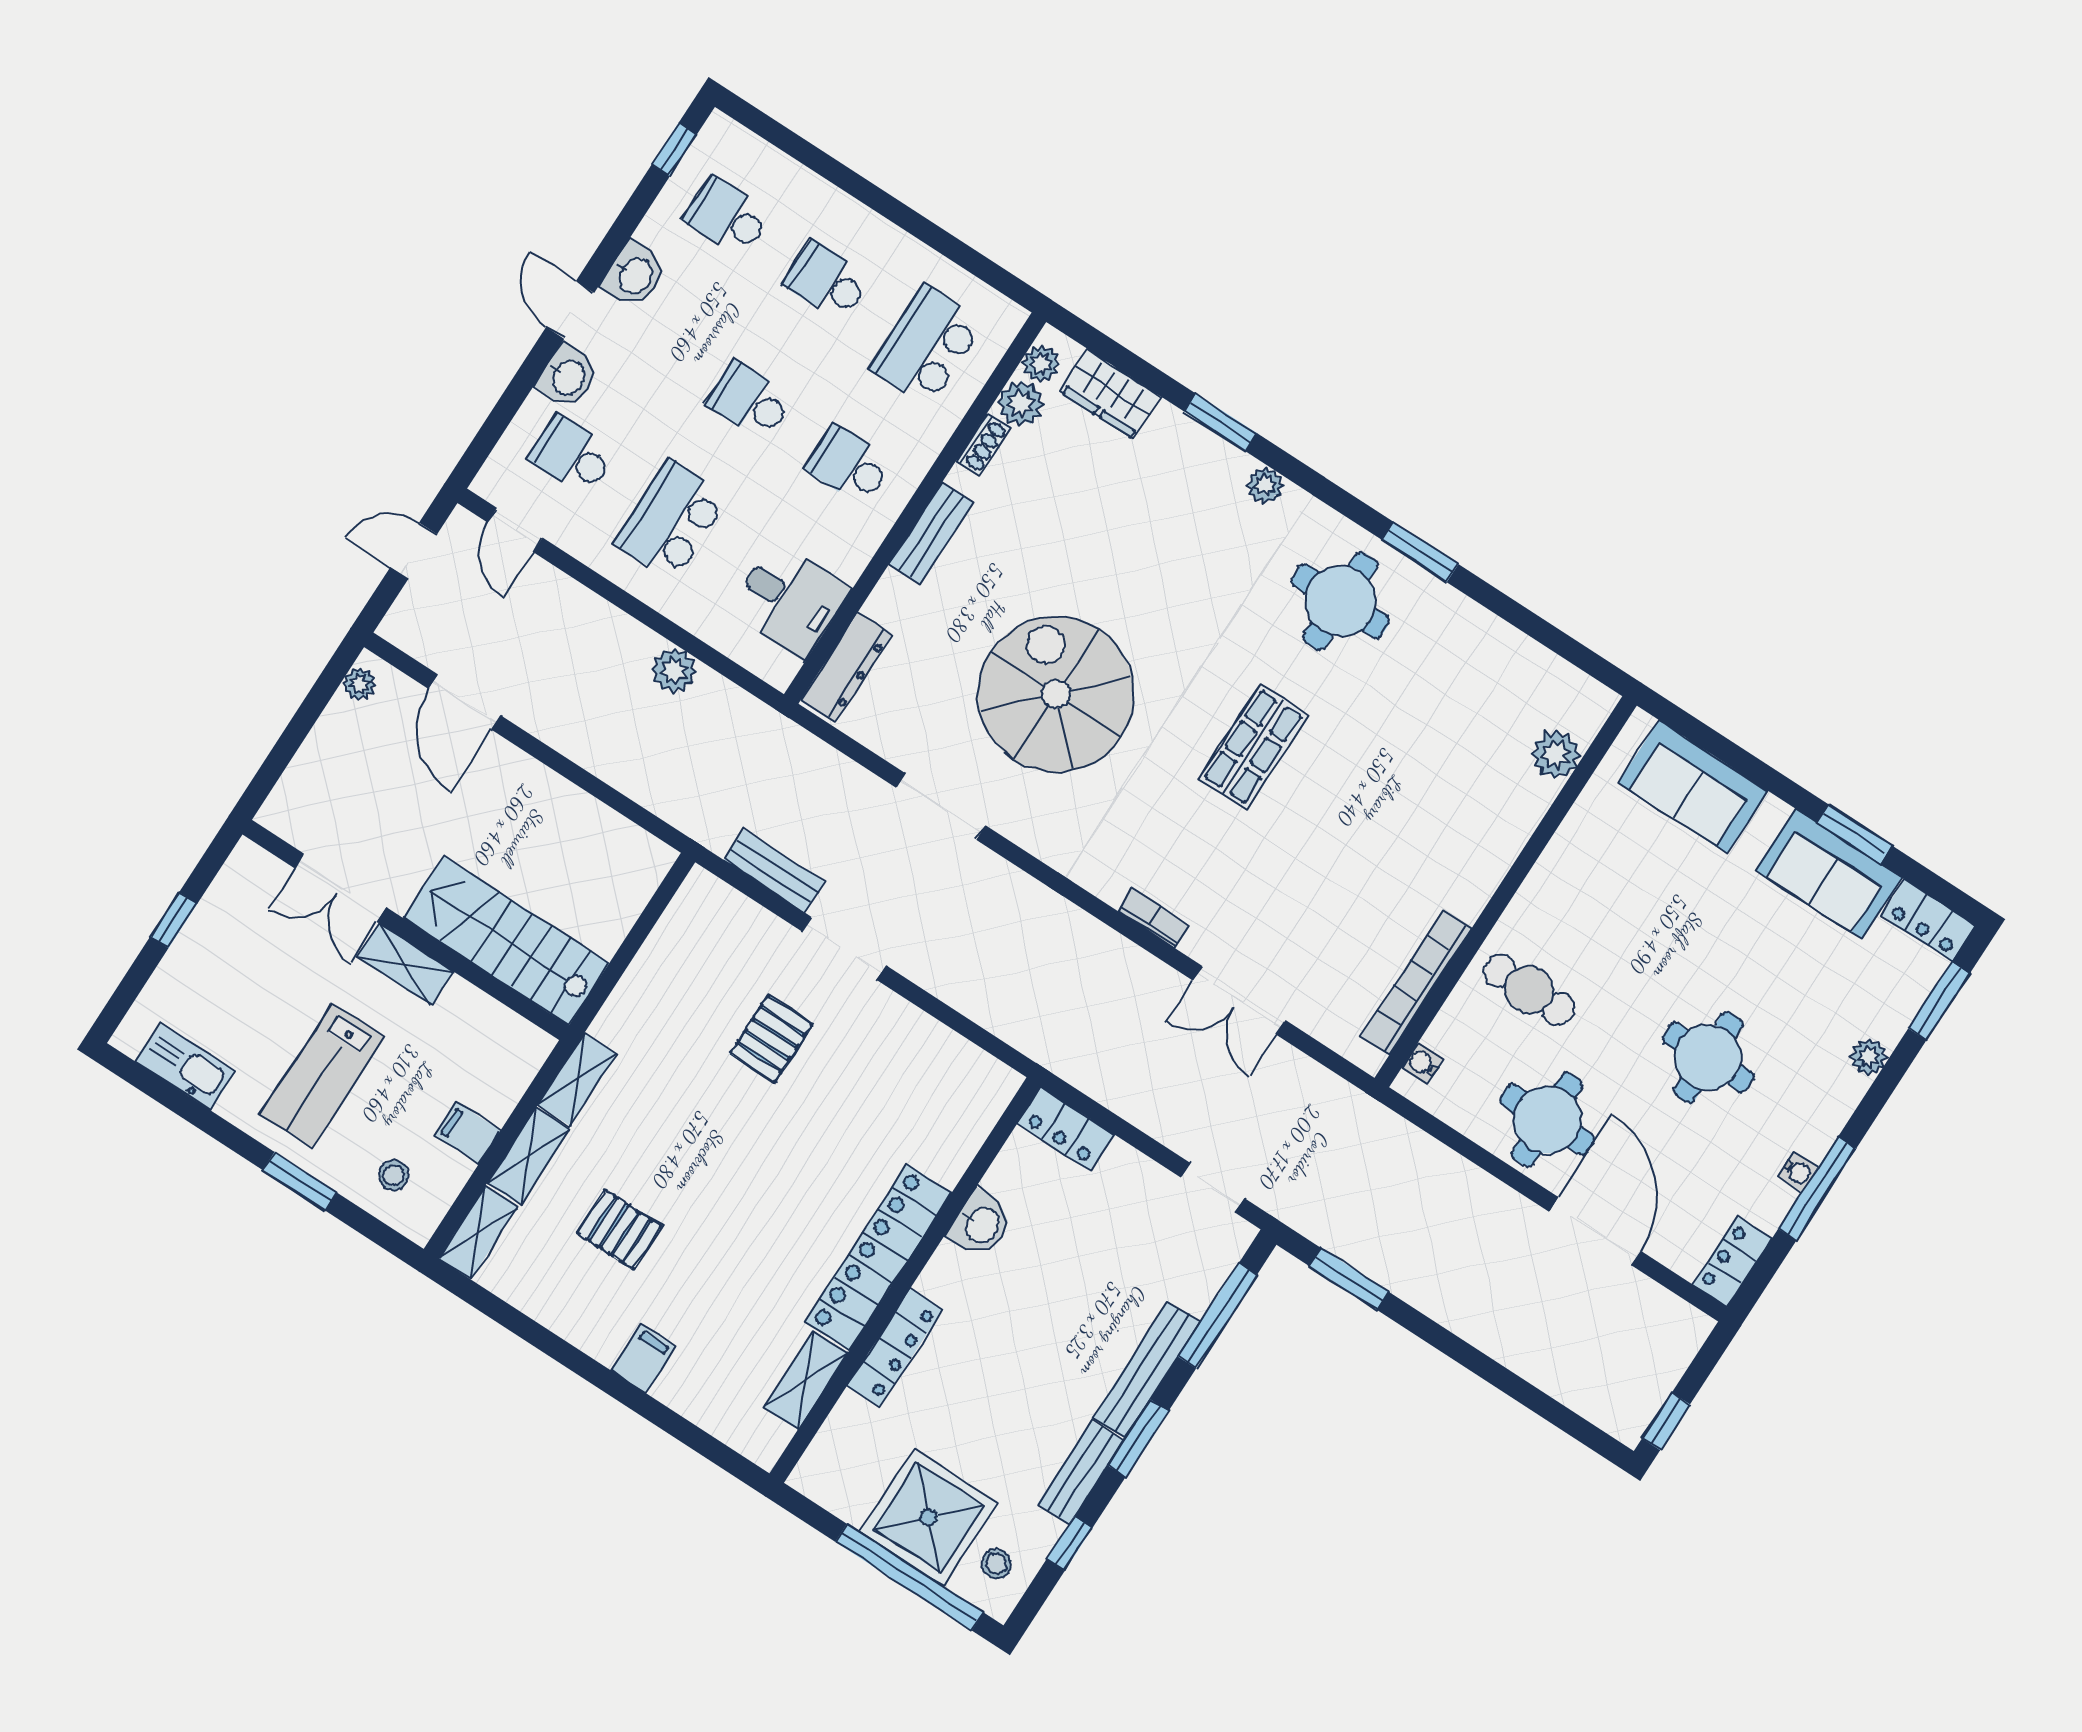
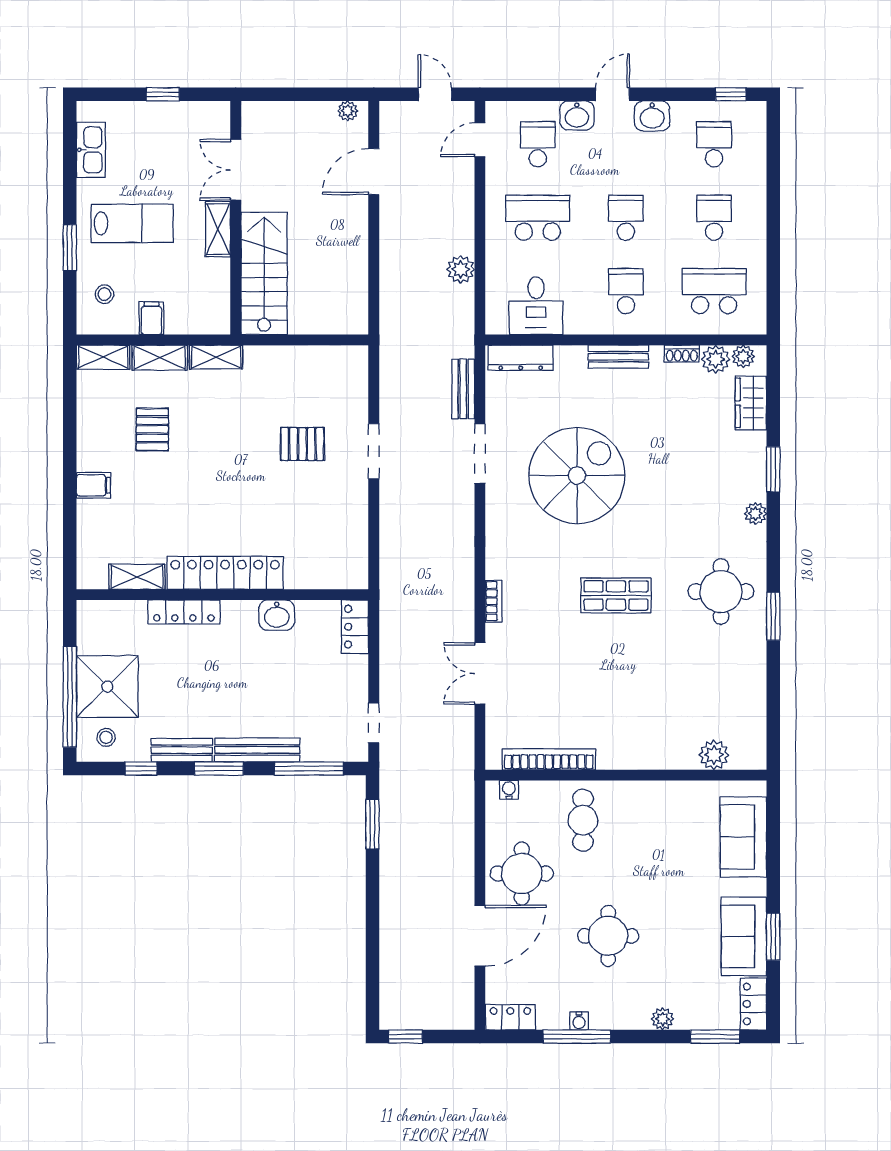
bench: (774, 871) -> (463, 389), moved
lab bench: (322, 1075) -> (132, 223), turned 180

